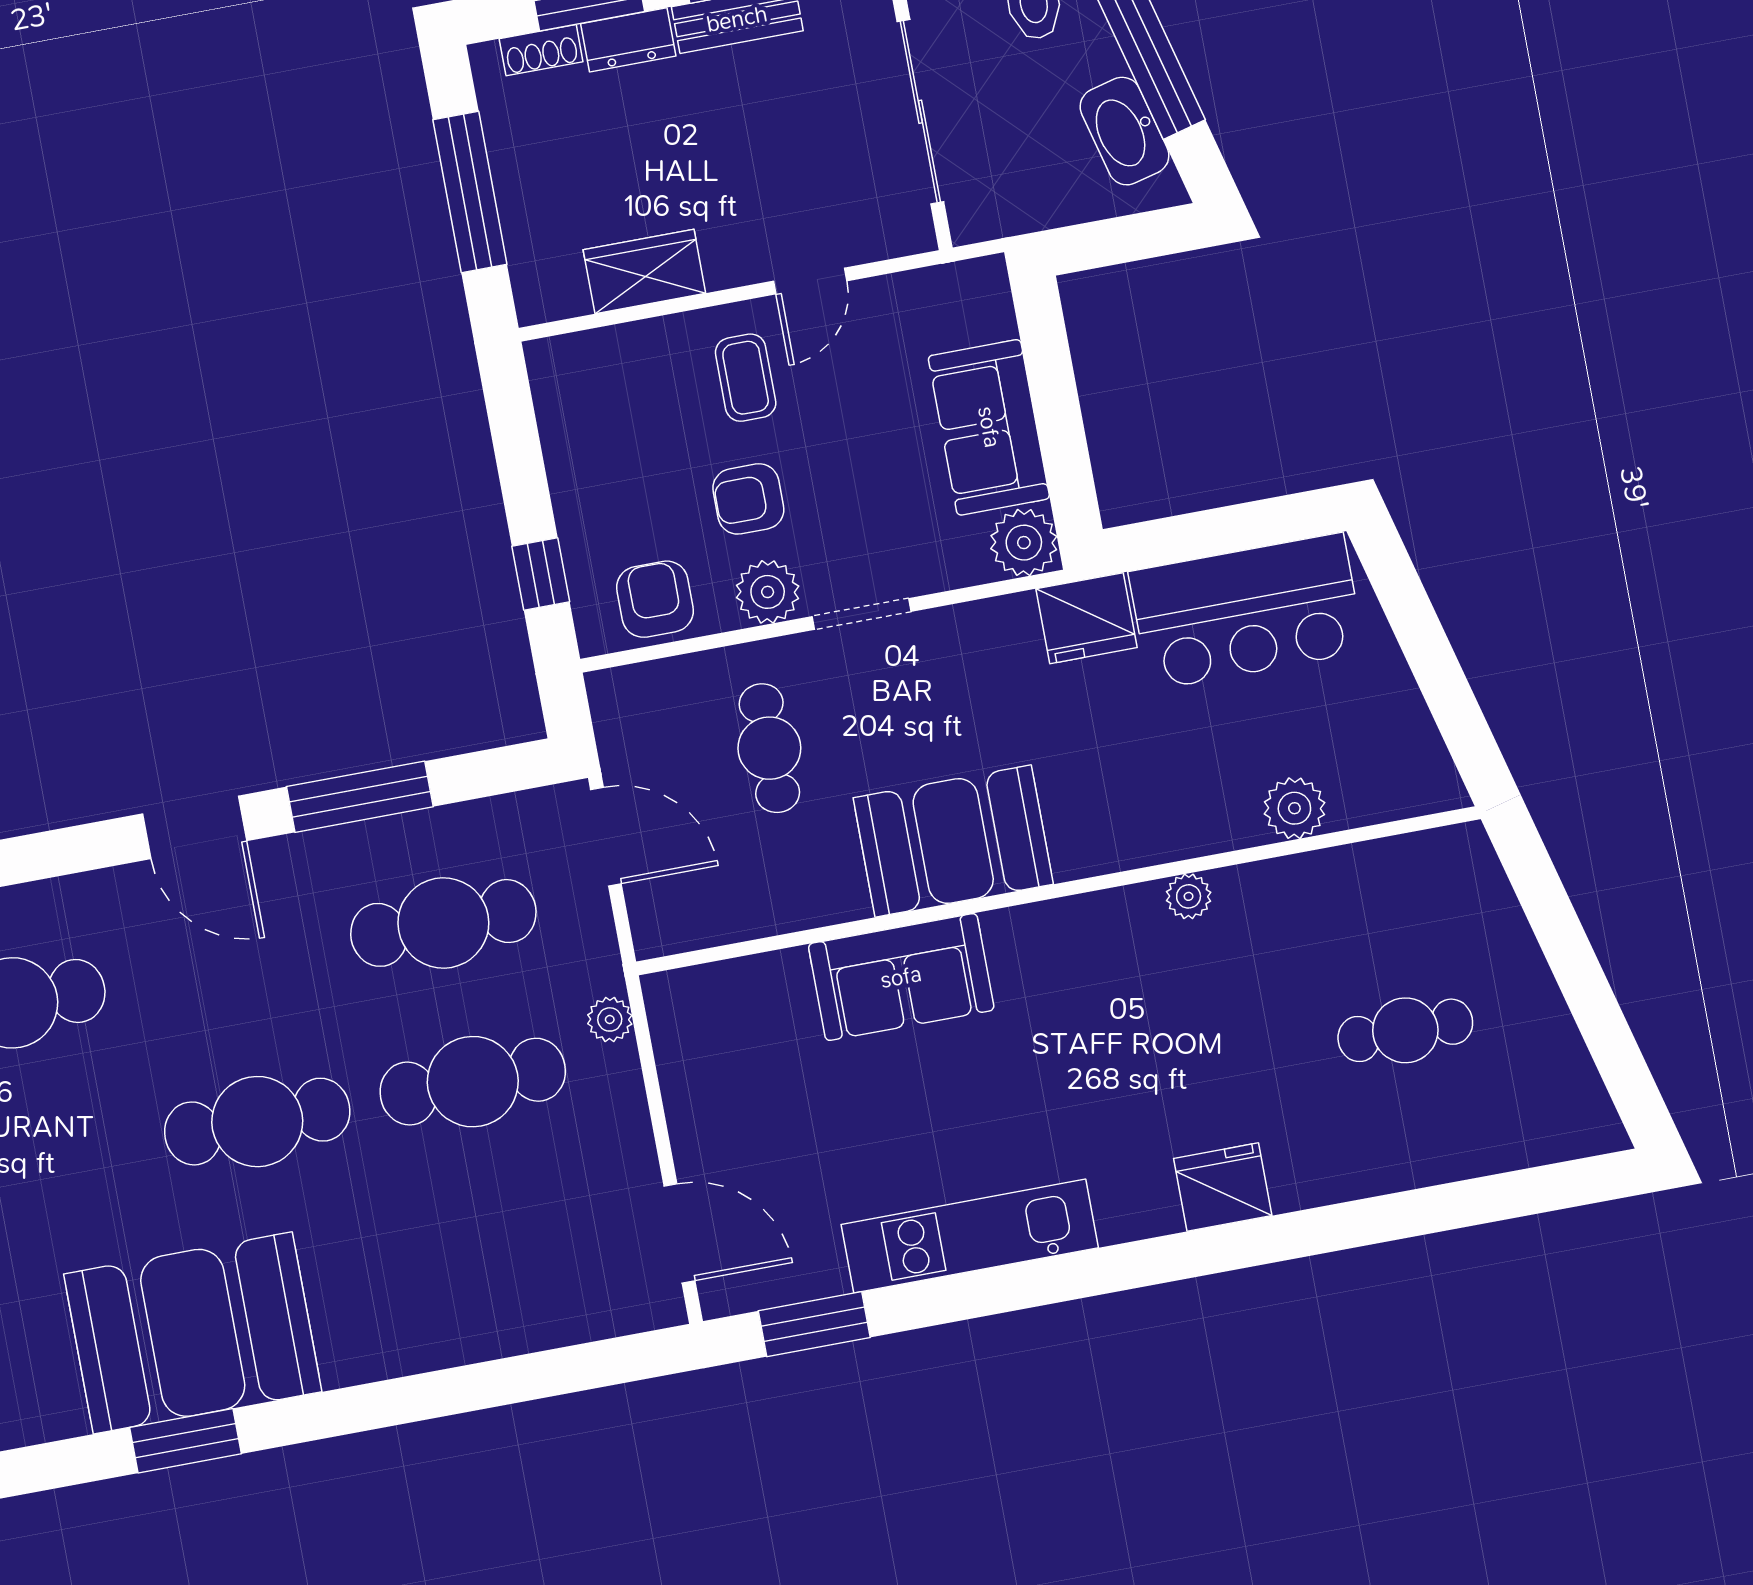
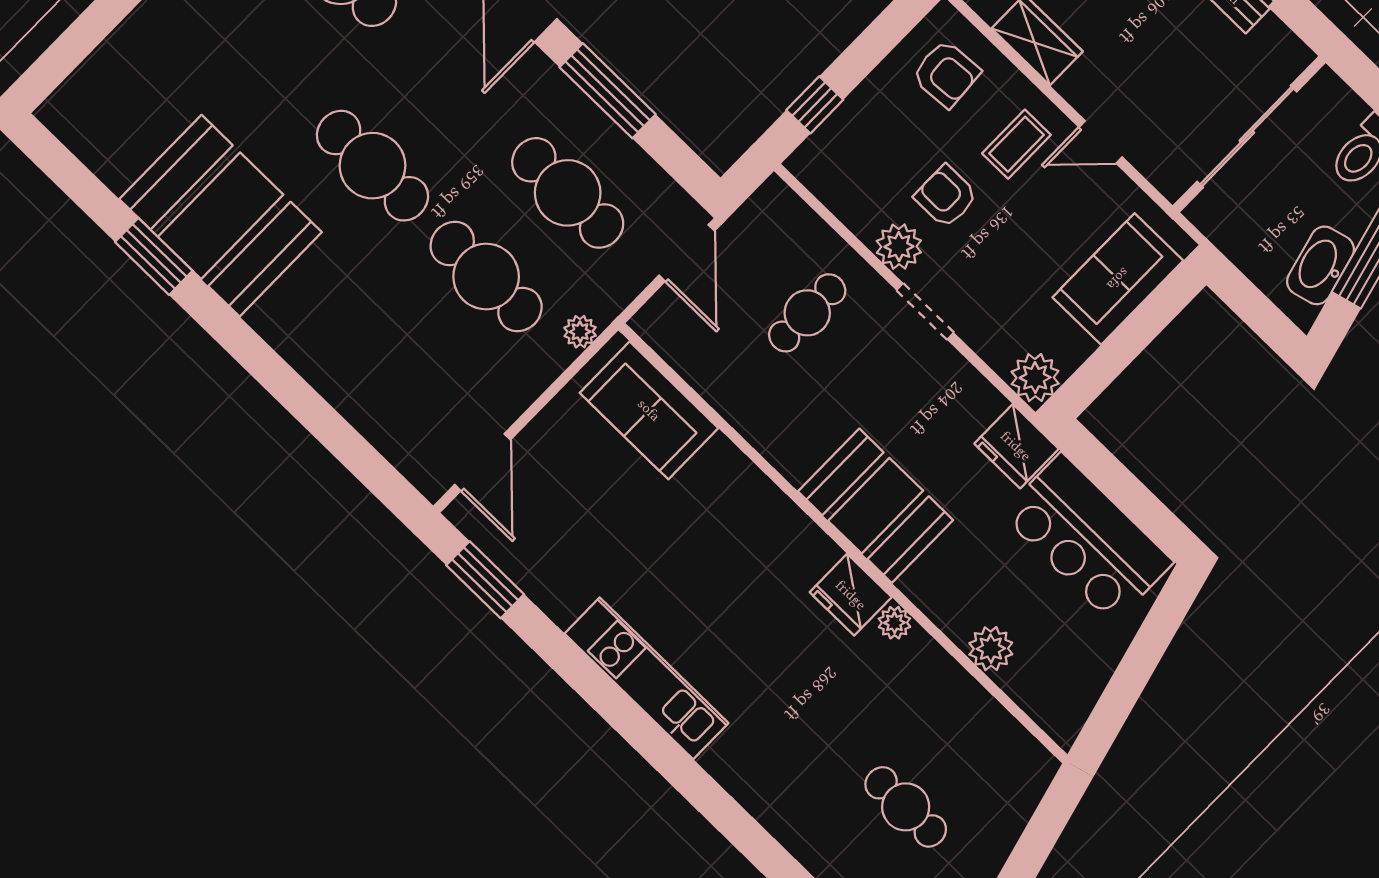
sofa: (989, 427) -> (1118, 279), moved
armchair: (655, 599) -> (946, 74), moved, turned 86
booth: (953, 841) -> (876, 506), moved
sofa: (901, 977) -> (649, 410), moved
fridge: (1223, 1187) -> (851, 595), moved, turned 180
kitchen unit: (970, 1236) -> (646, 678), moved

